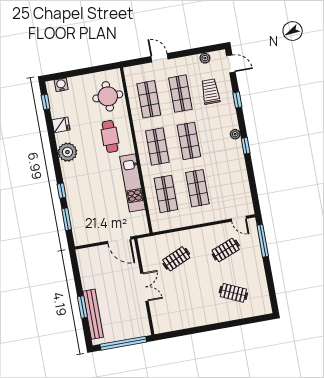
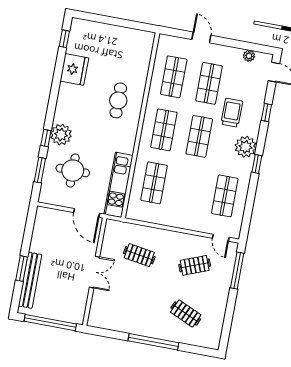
water cooler: (61, 85) -> (87, 27), removed
trolley: (210, 92) -> (232, 113), moved
round table: (108, 96) -> (73, 171), moved
fridge: (61, 125) -> (74, 69), width x1.88, depth x1.34
plant: (235, 134) -> (246, 147), width x1.87, depth x1.87
plant: (67, 152) -> (61, 135), moved
kitchen unit: (133, 183) -> (119, 185), moved
shop shelf: (197, 188) -> (225, 196), moved
clothes rail: (176, 259) -> (139, 255), turned 33
window: (215, 327) -> (153, 342), added

